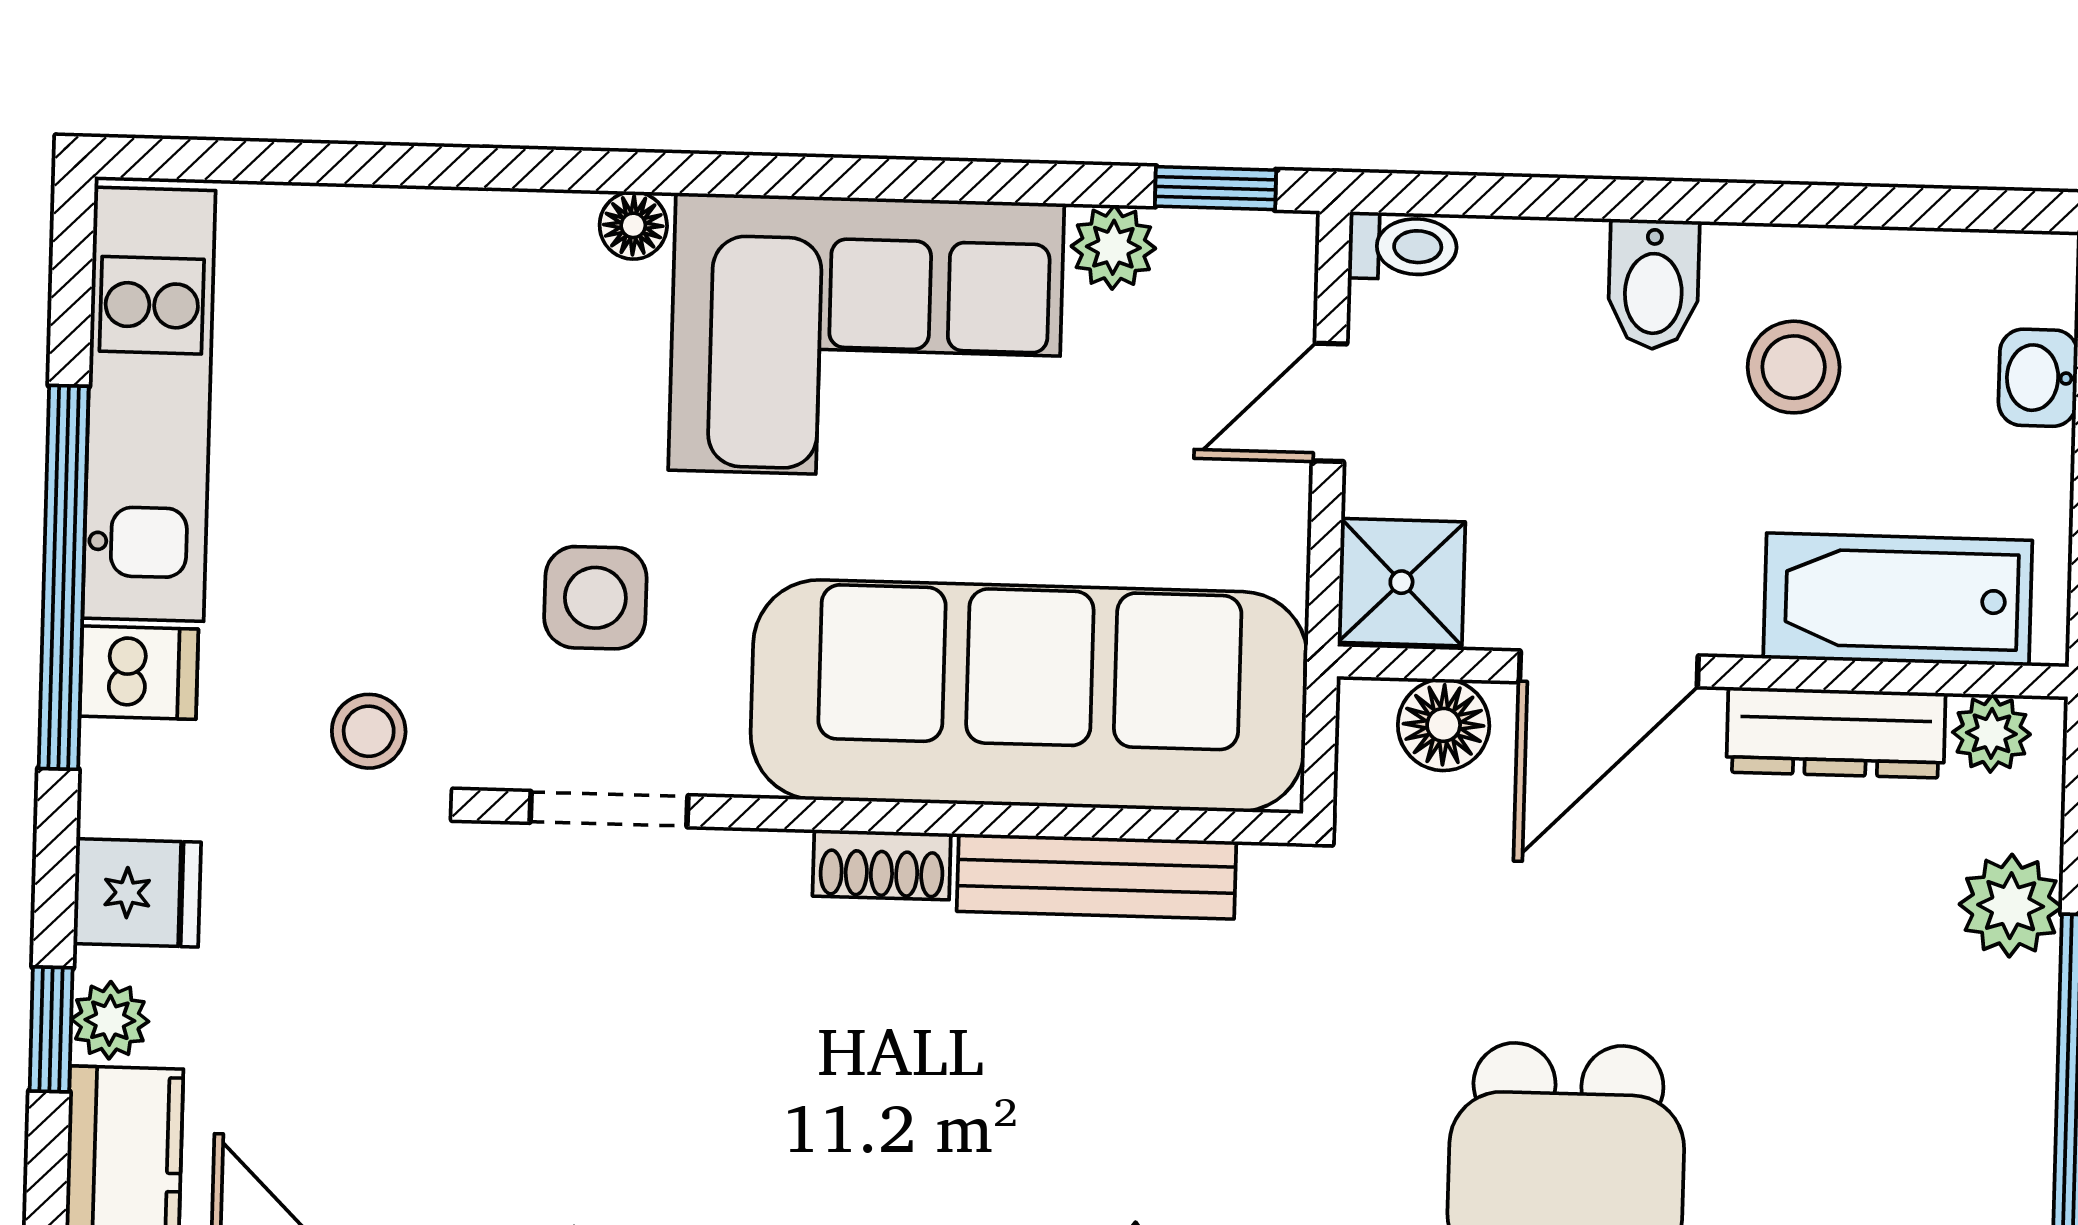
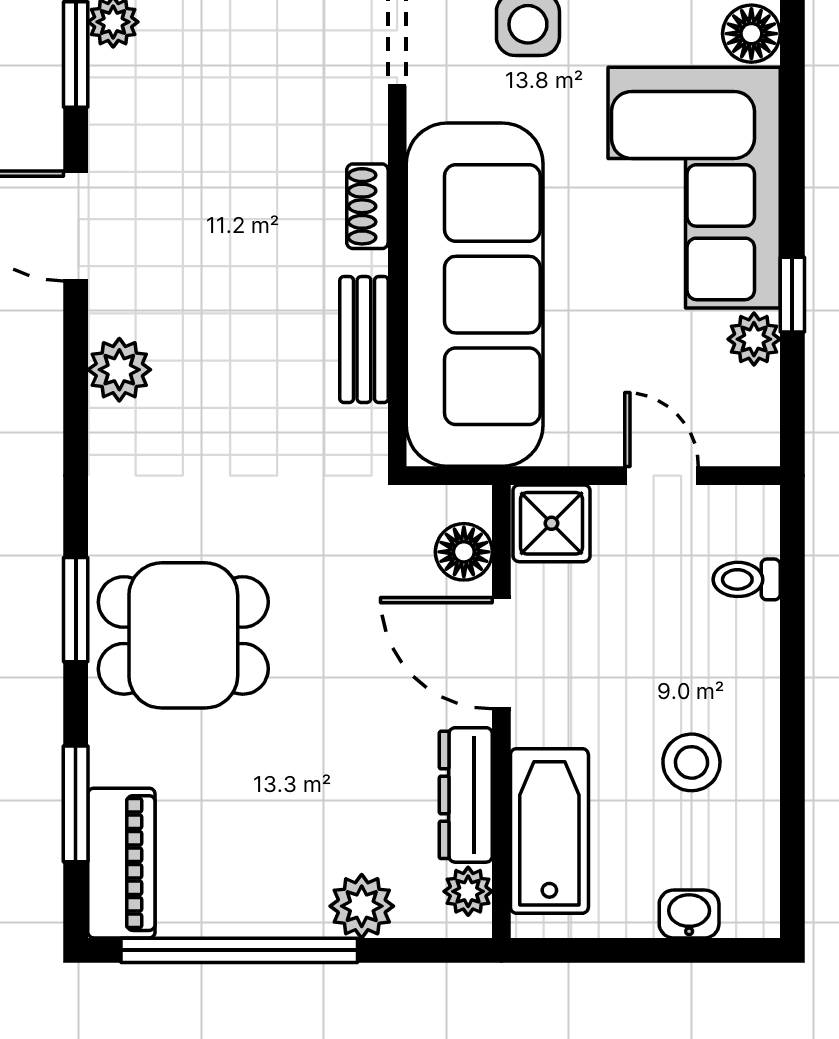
window: (1216, 188) -> (792, 295), moved
floor lamp: (633, 225) -> (751, 34), width x1.37, depth x1.37
toilet: (1403, 246) -> (747, 579), moved, turned 90
bidet: (1654, 284) -> (740, 674), removed
bench: (1097, 876) -> (364, 340), width x0.73

